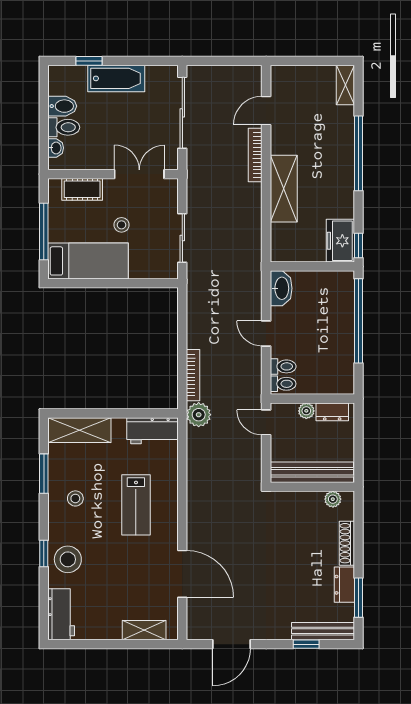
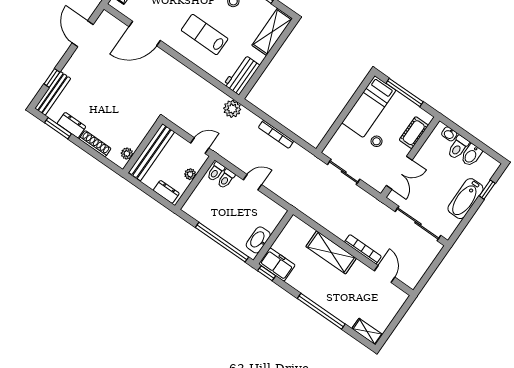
washbasin: (281, 288) -> (258, 240), moved, turned 90
bookcase: (193, 375) -> (276, 134), moved
dresser: (332, 412) -> (166, 192), moved, turned 90

